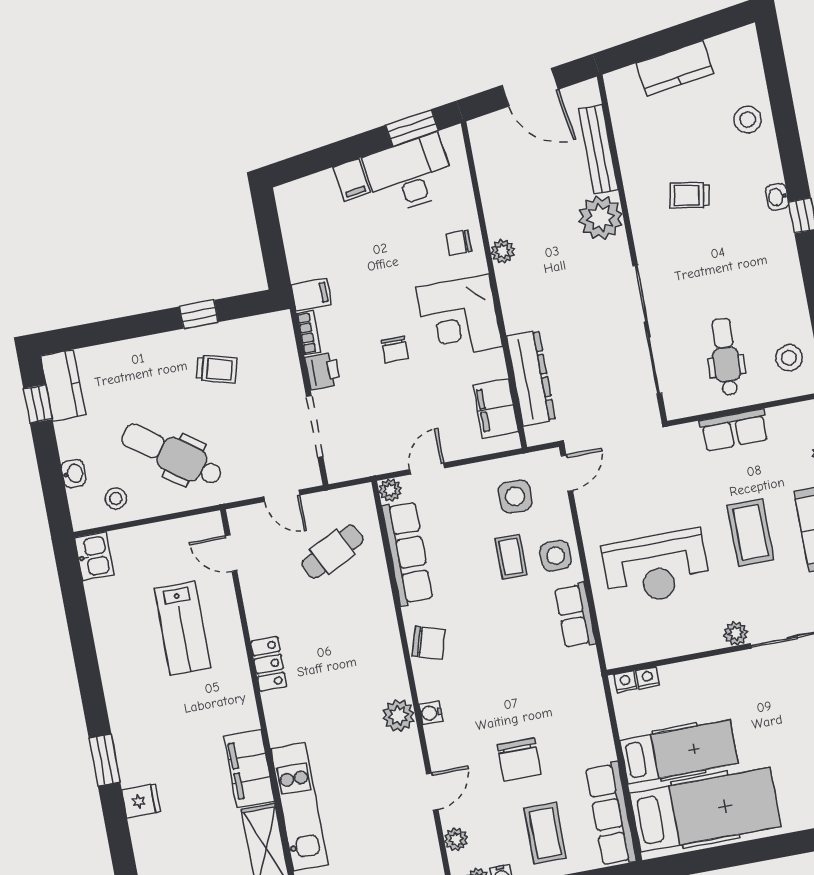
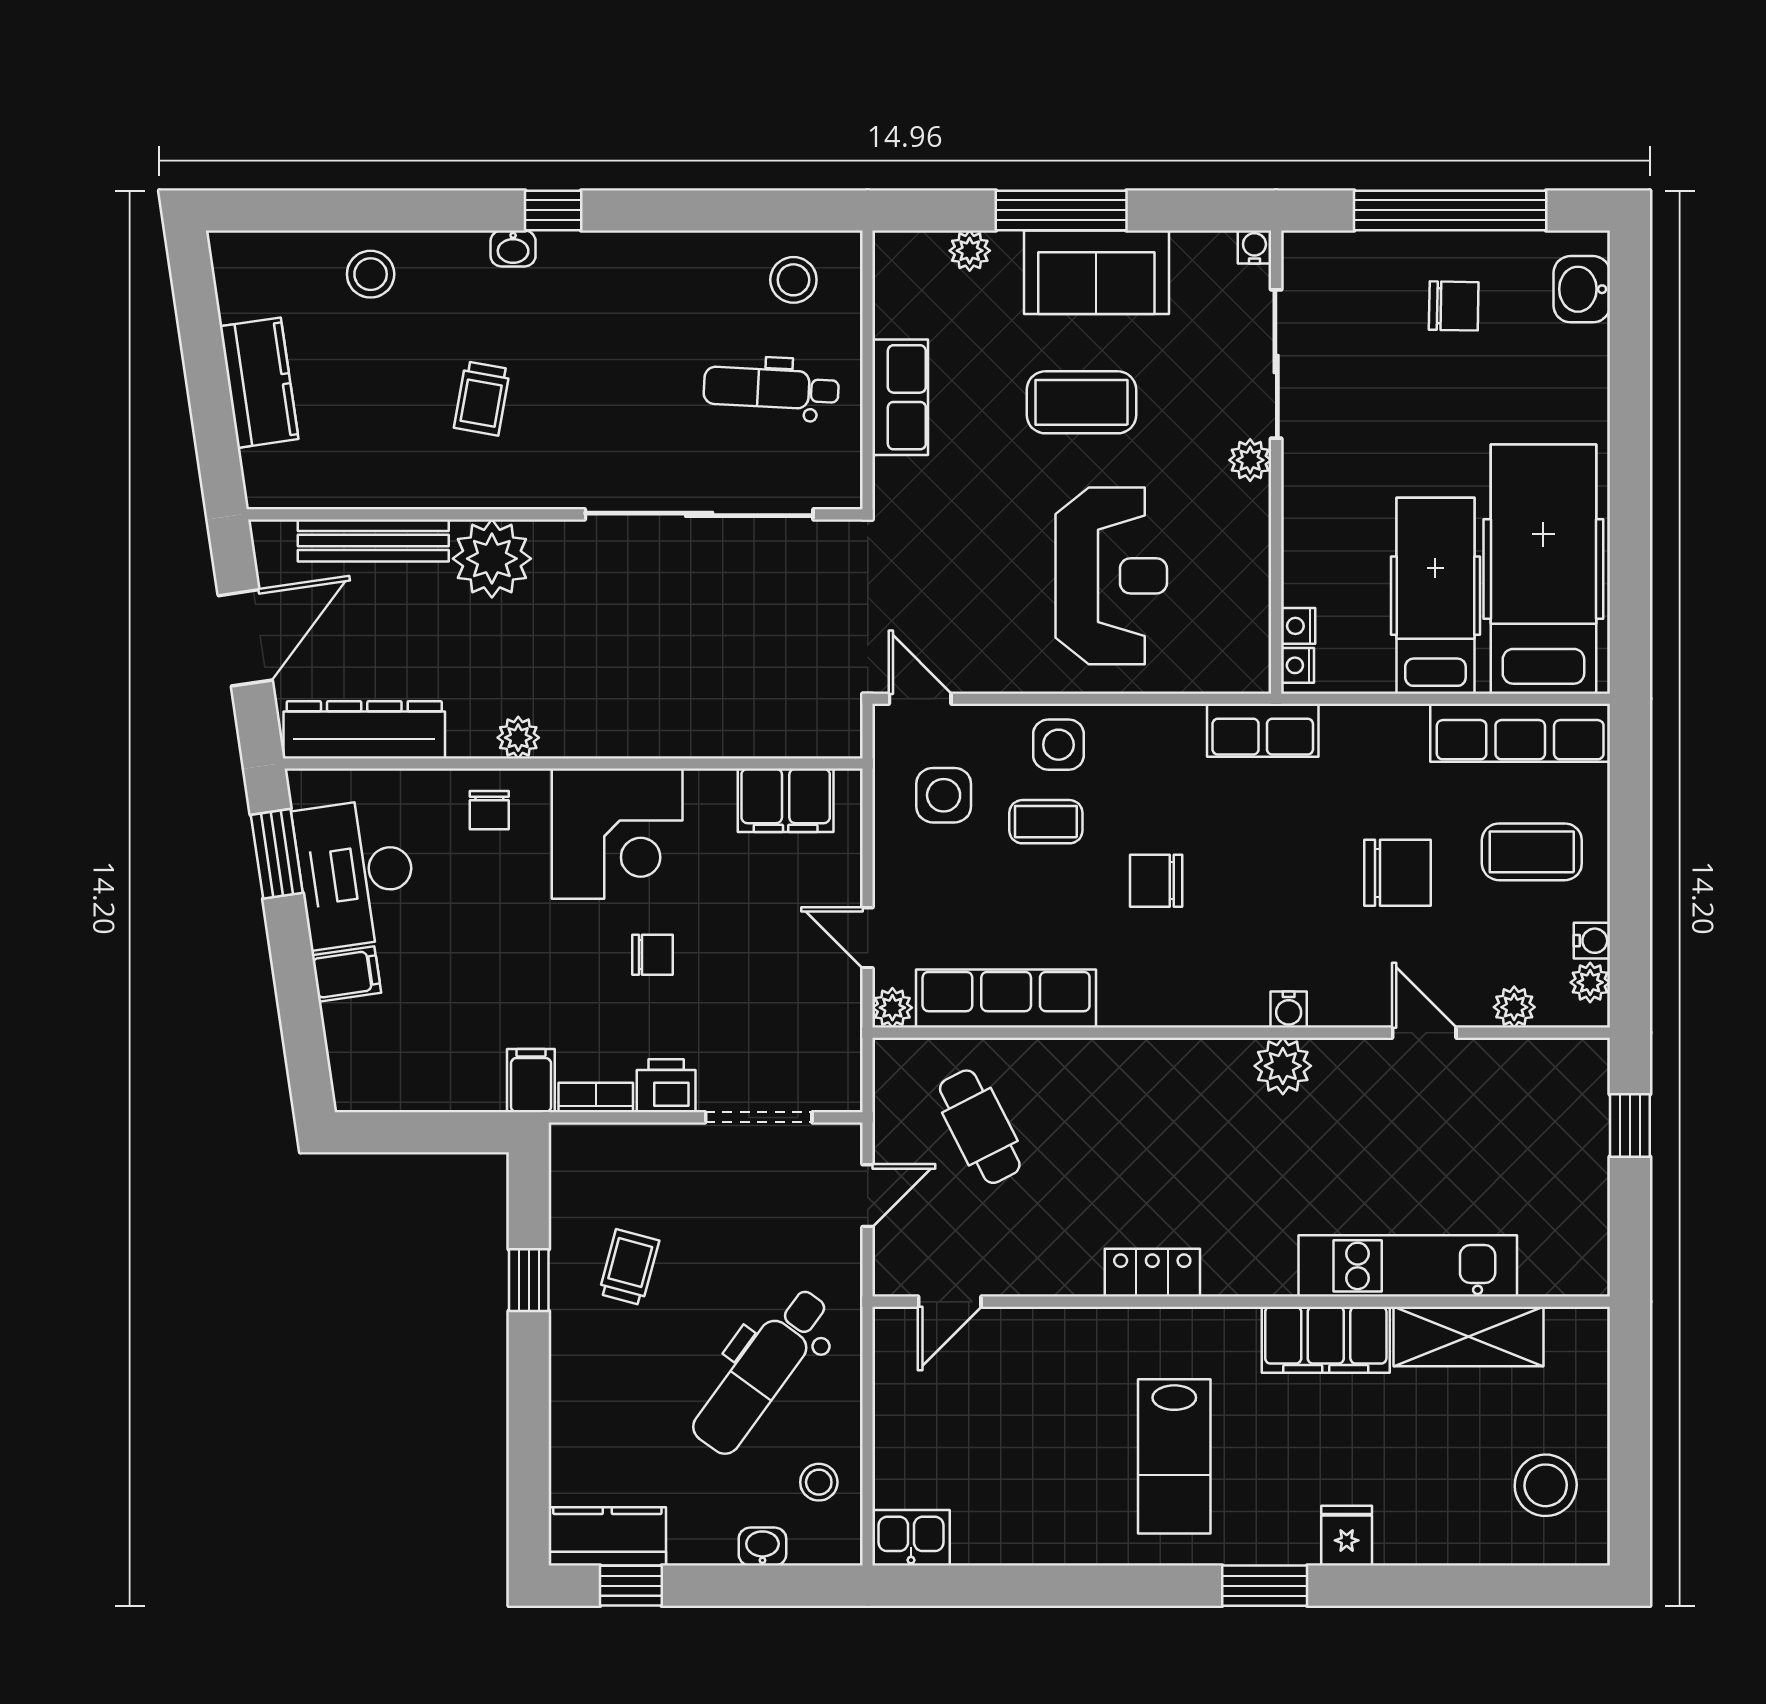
dresser: (531, 378) -> (364, 730), moved
row of seats: (575, 616) -> (1263, 730), moved
lab bench: (183, 628) -> (1174, 1456), moved, turned 90
chair: (429, 643) -> (1156, 881), moved, turned -107

